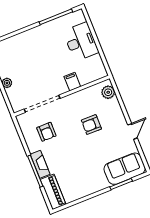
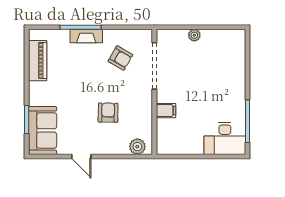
desk: (81, 42) -> (225, 138), moved
armchair: (46, 132) -> (120, 58), turned -150
piano: (53, 192) -> (38, 61), moved, turned -90

